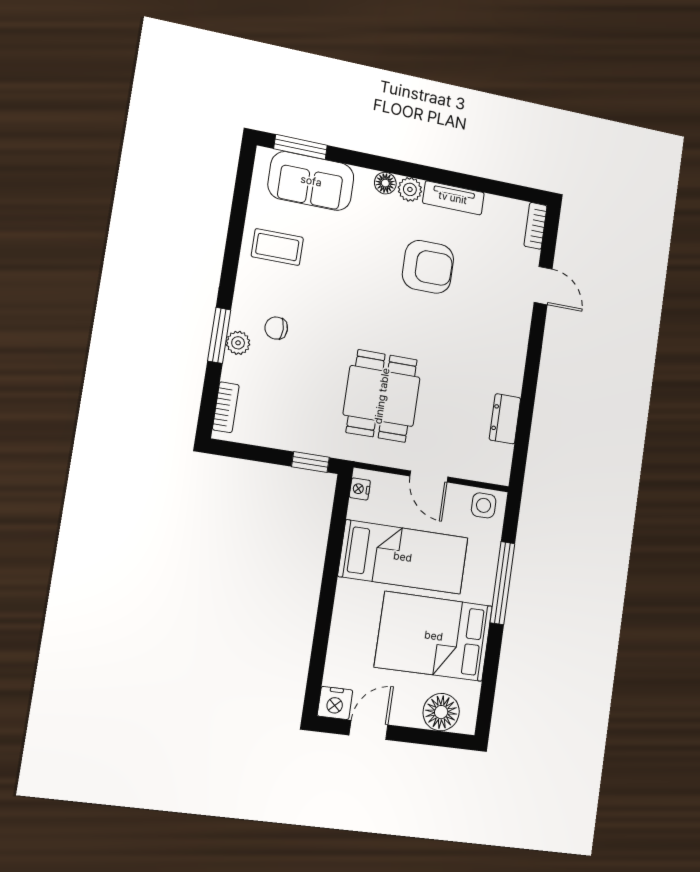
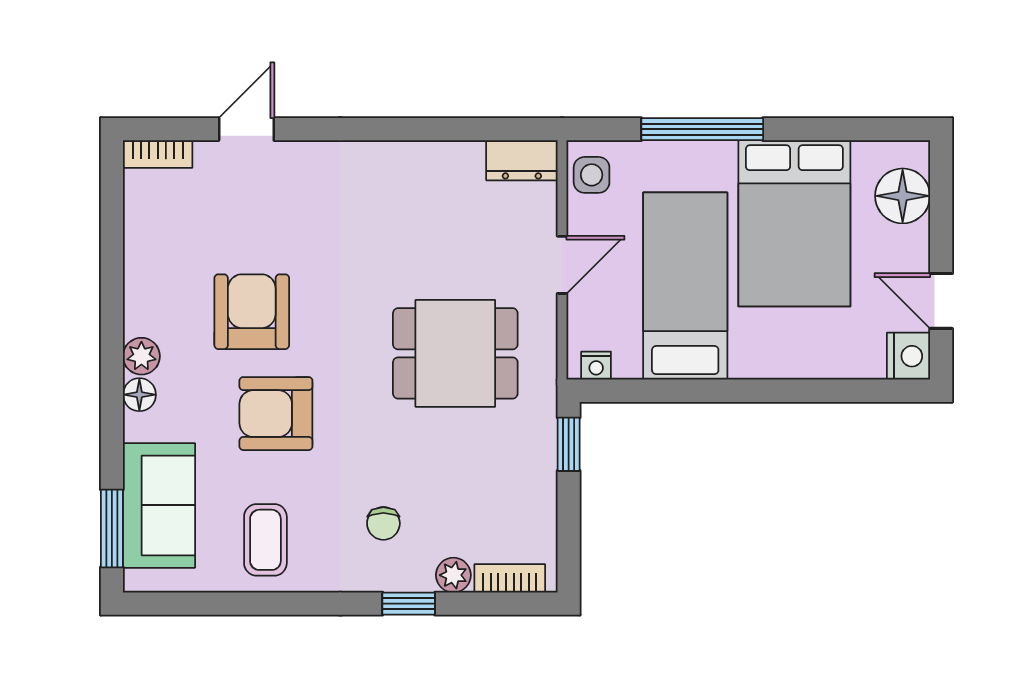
tv unit: (453, 198) -> (141, 288), removed
armchair: (360, 270) -> (276, 414), added
window: (219, 335) -> (409, 604), width x0.67
plant: (238, 343) -> (453, 575), moved
dresser: (505, 419) -> (522, 160), moved

